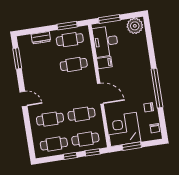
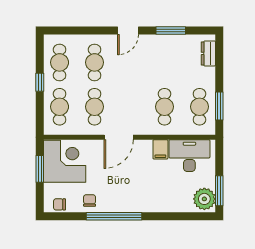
window: (109, 19) -> (219, 191), moved
dresser: (41, 38) -> (208, 53), moved
window: (17, 58) -> (171, 30), moved
window: (93, 152) -> (40, 114), removed

